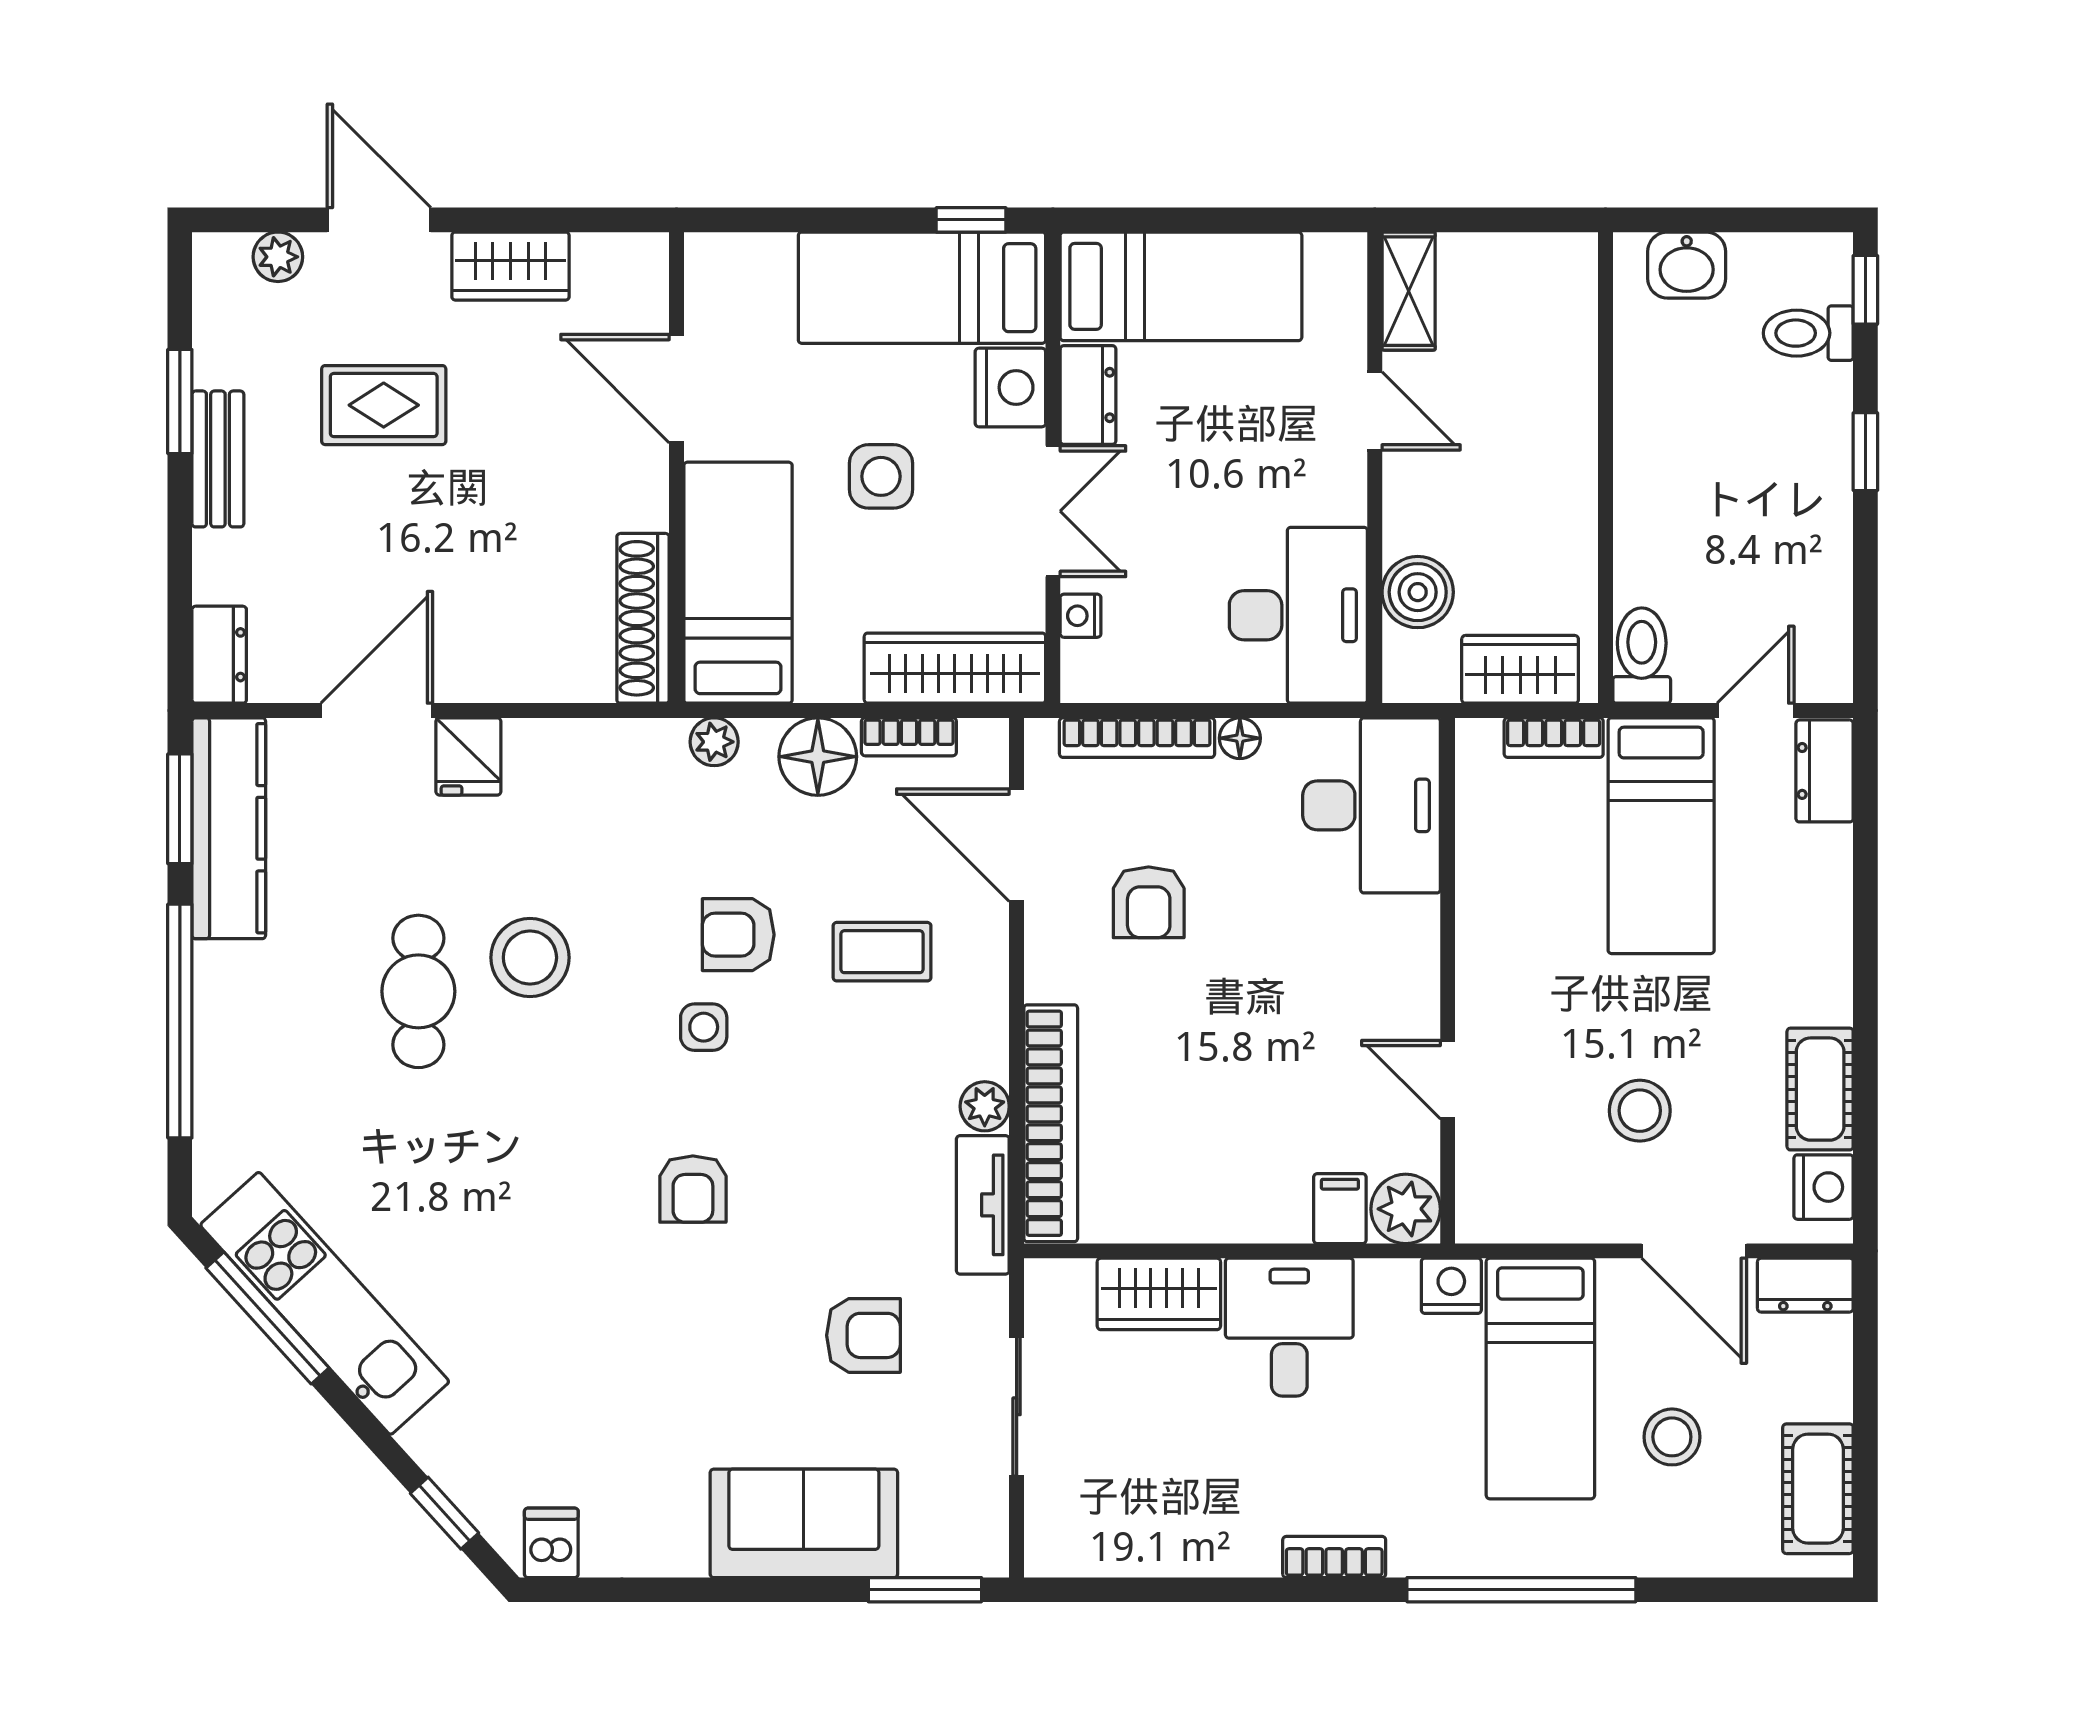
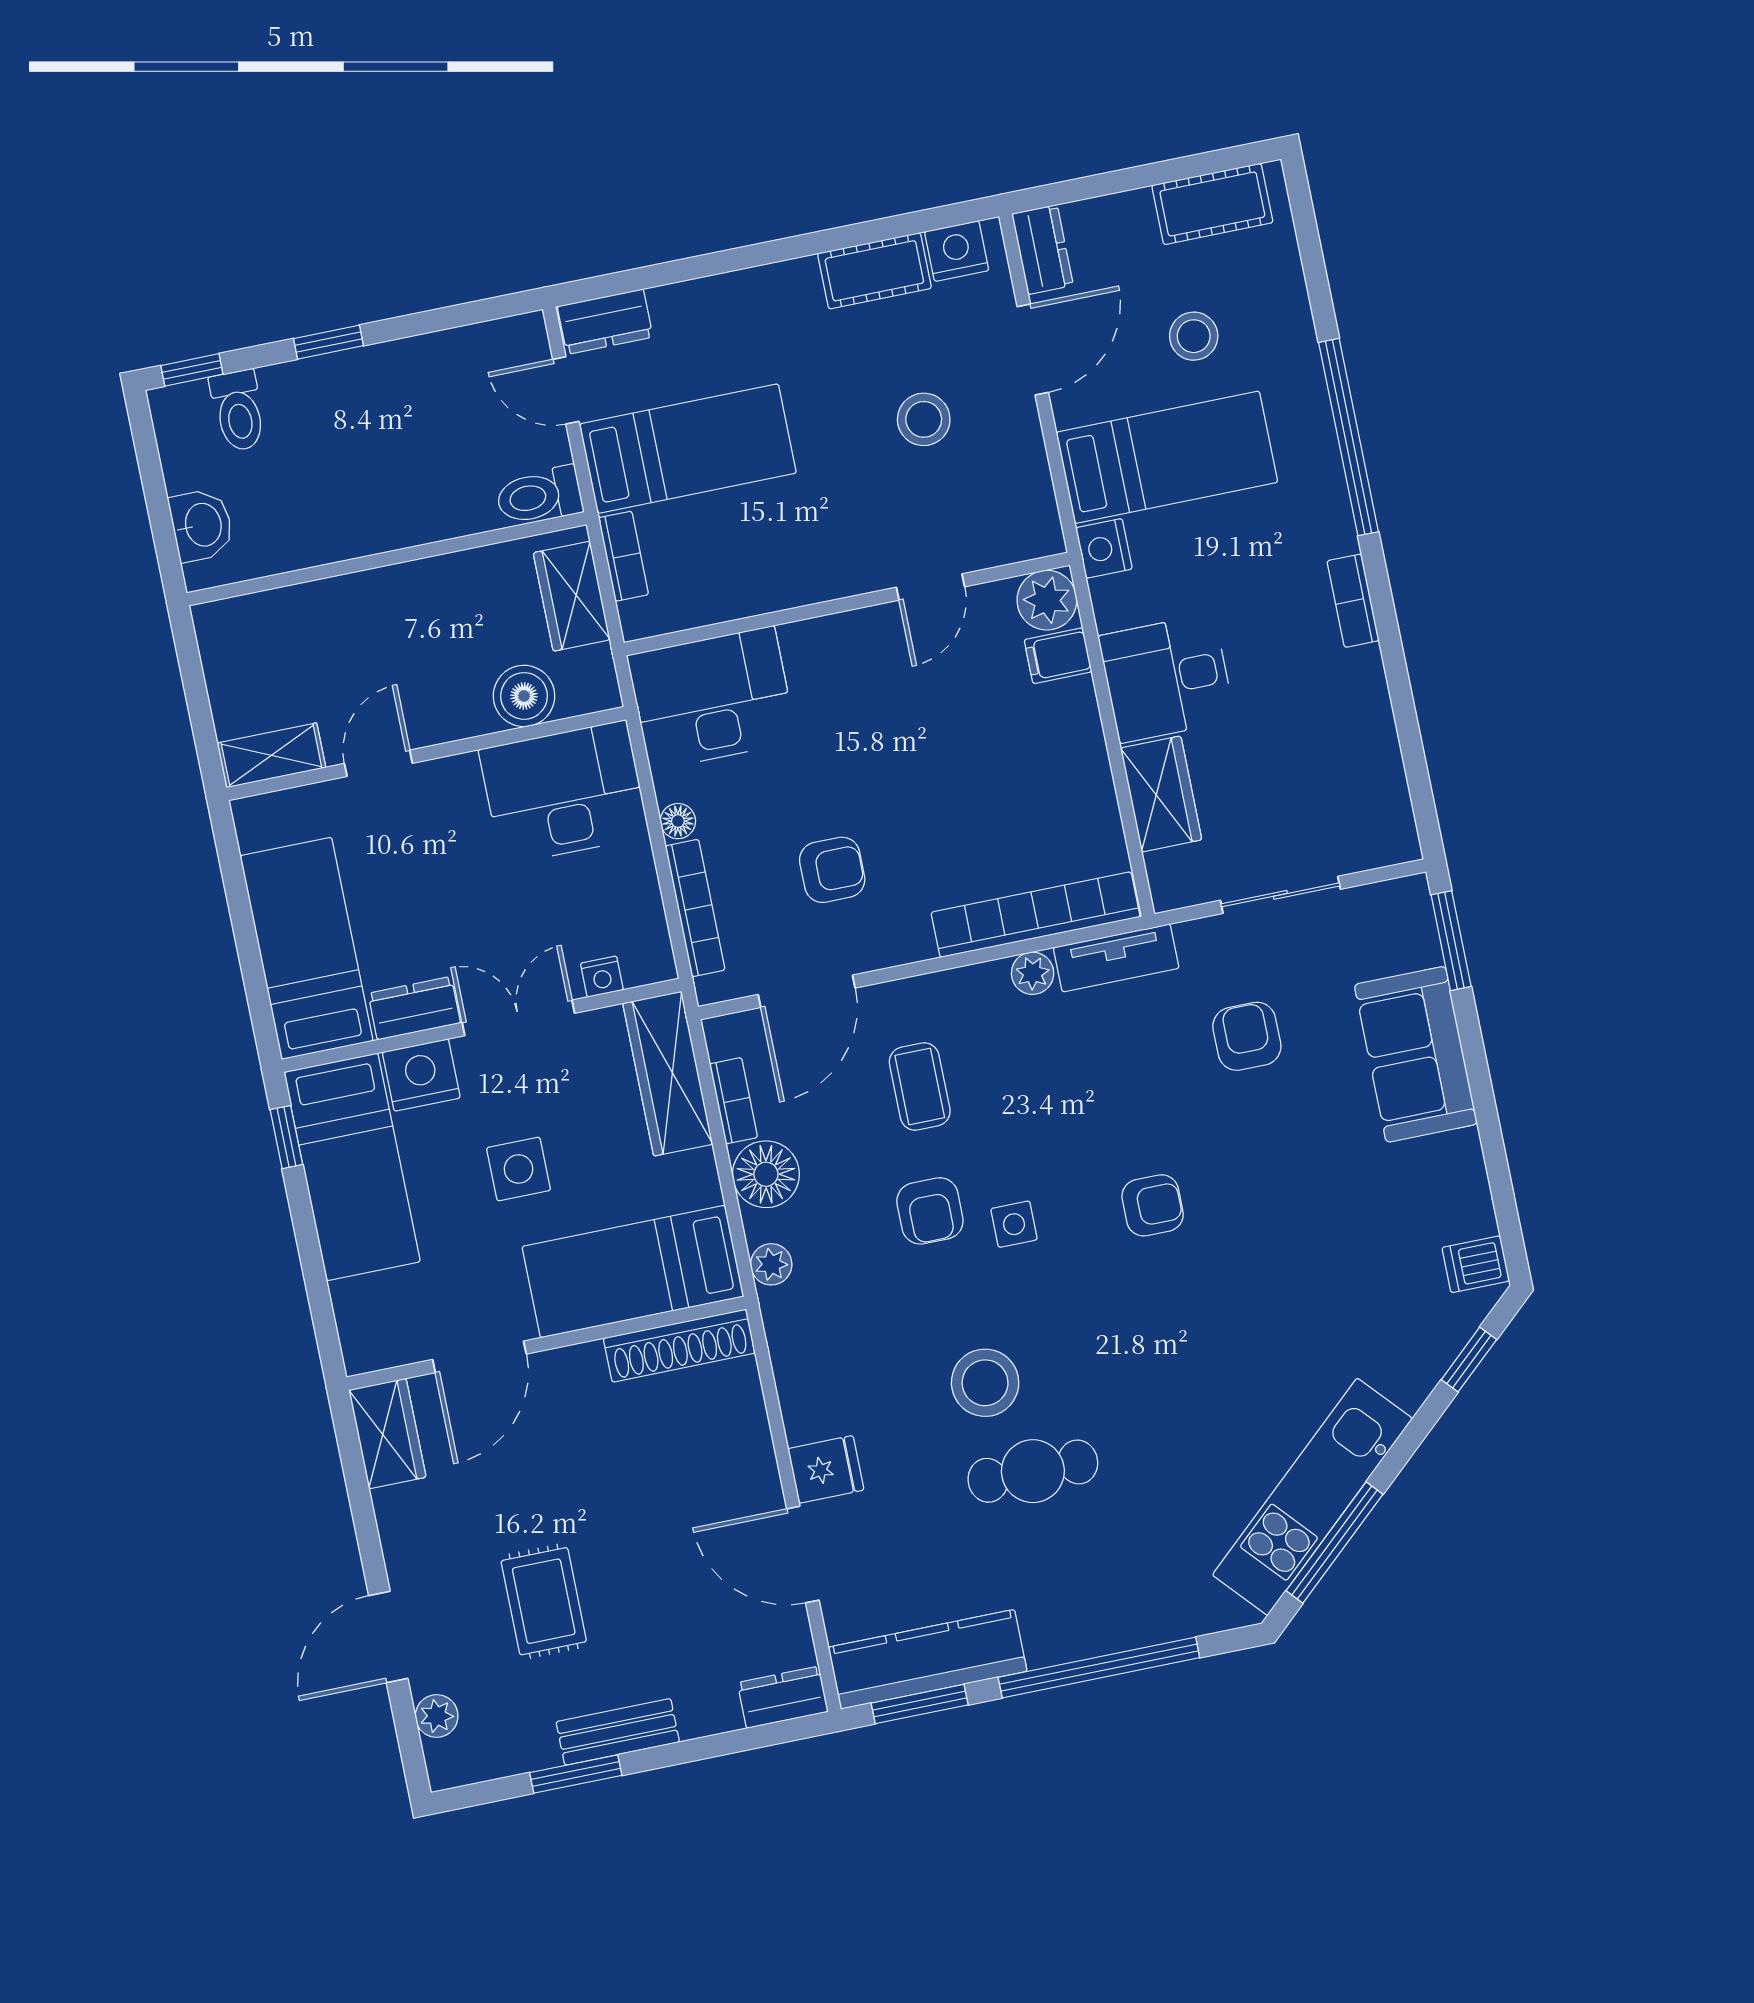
wardrobe: (510, 266) -> (387, 1434), moved

